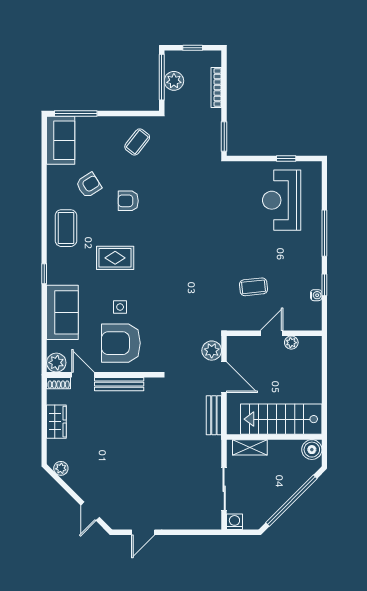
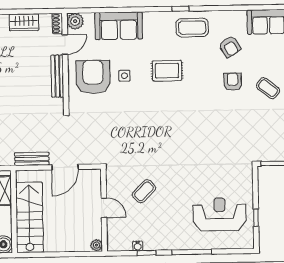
armchair: (128, 201) -> (233, 82), moved
rug: (115, 258) -> (167, 71), turned 90
window: (44, 274) -> (180, 9), moved
coffee table: (253, 287) -> (144, 191), turned 51
plant: (291, 343) -> (96, 245), moved
plant: (212, 351) -> (88, 156), removed

